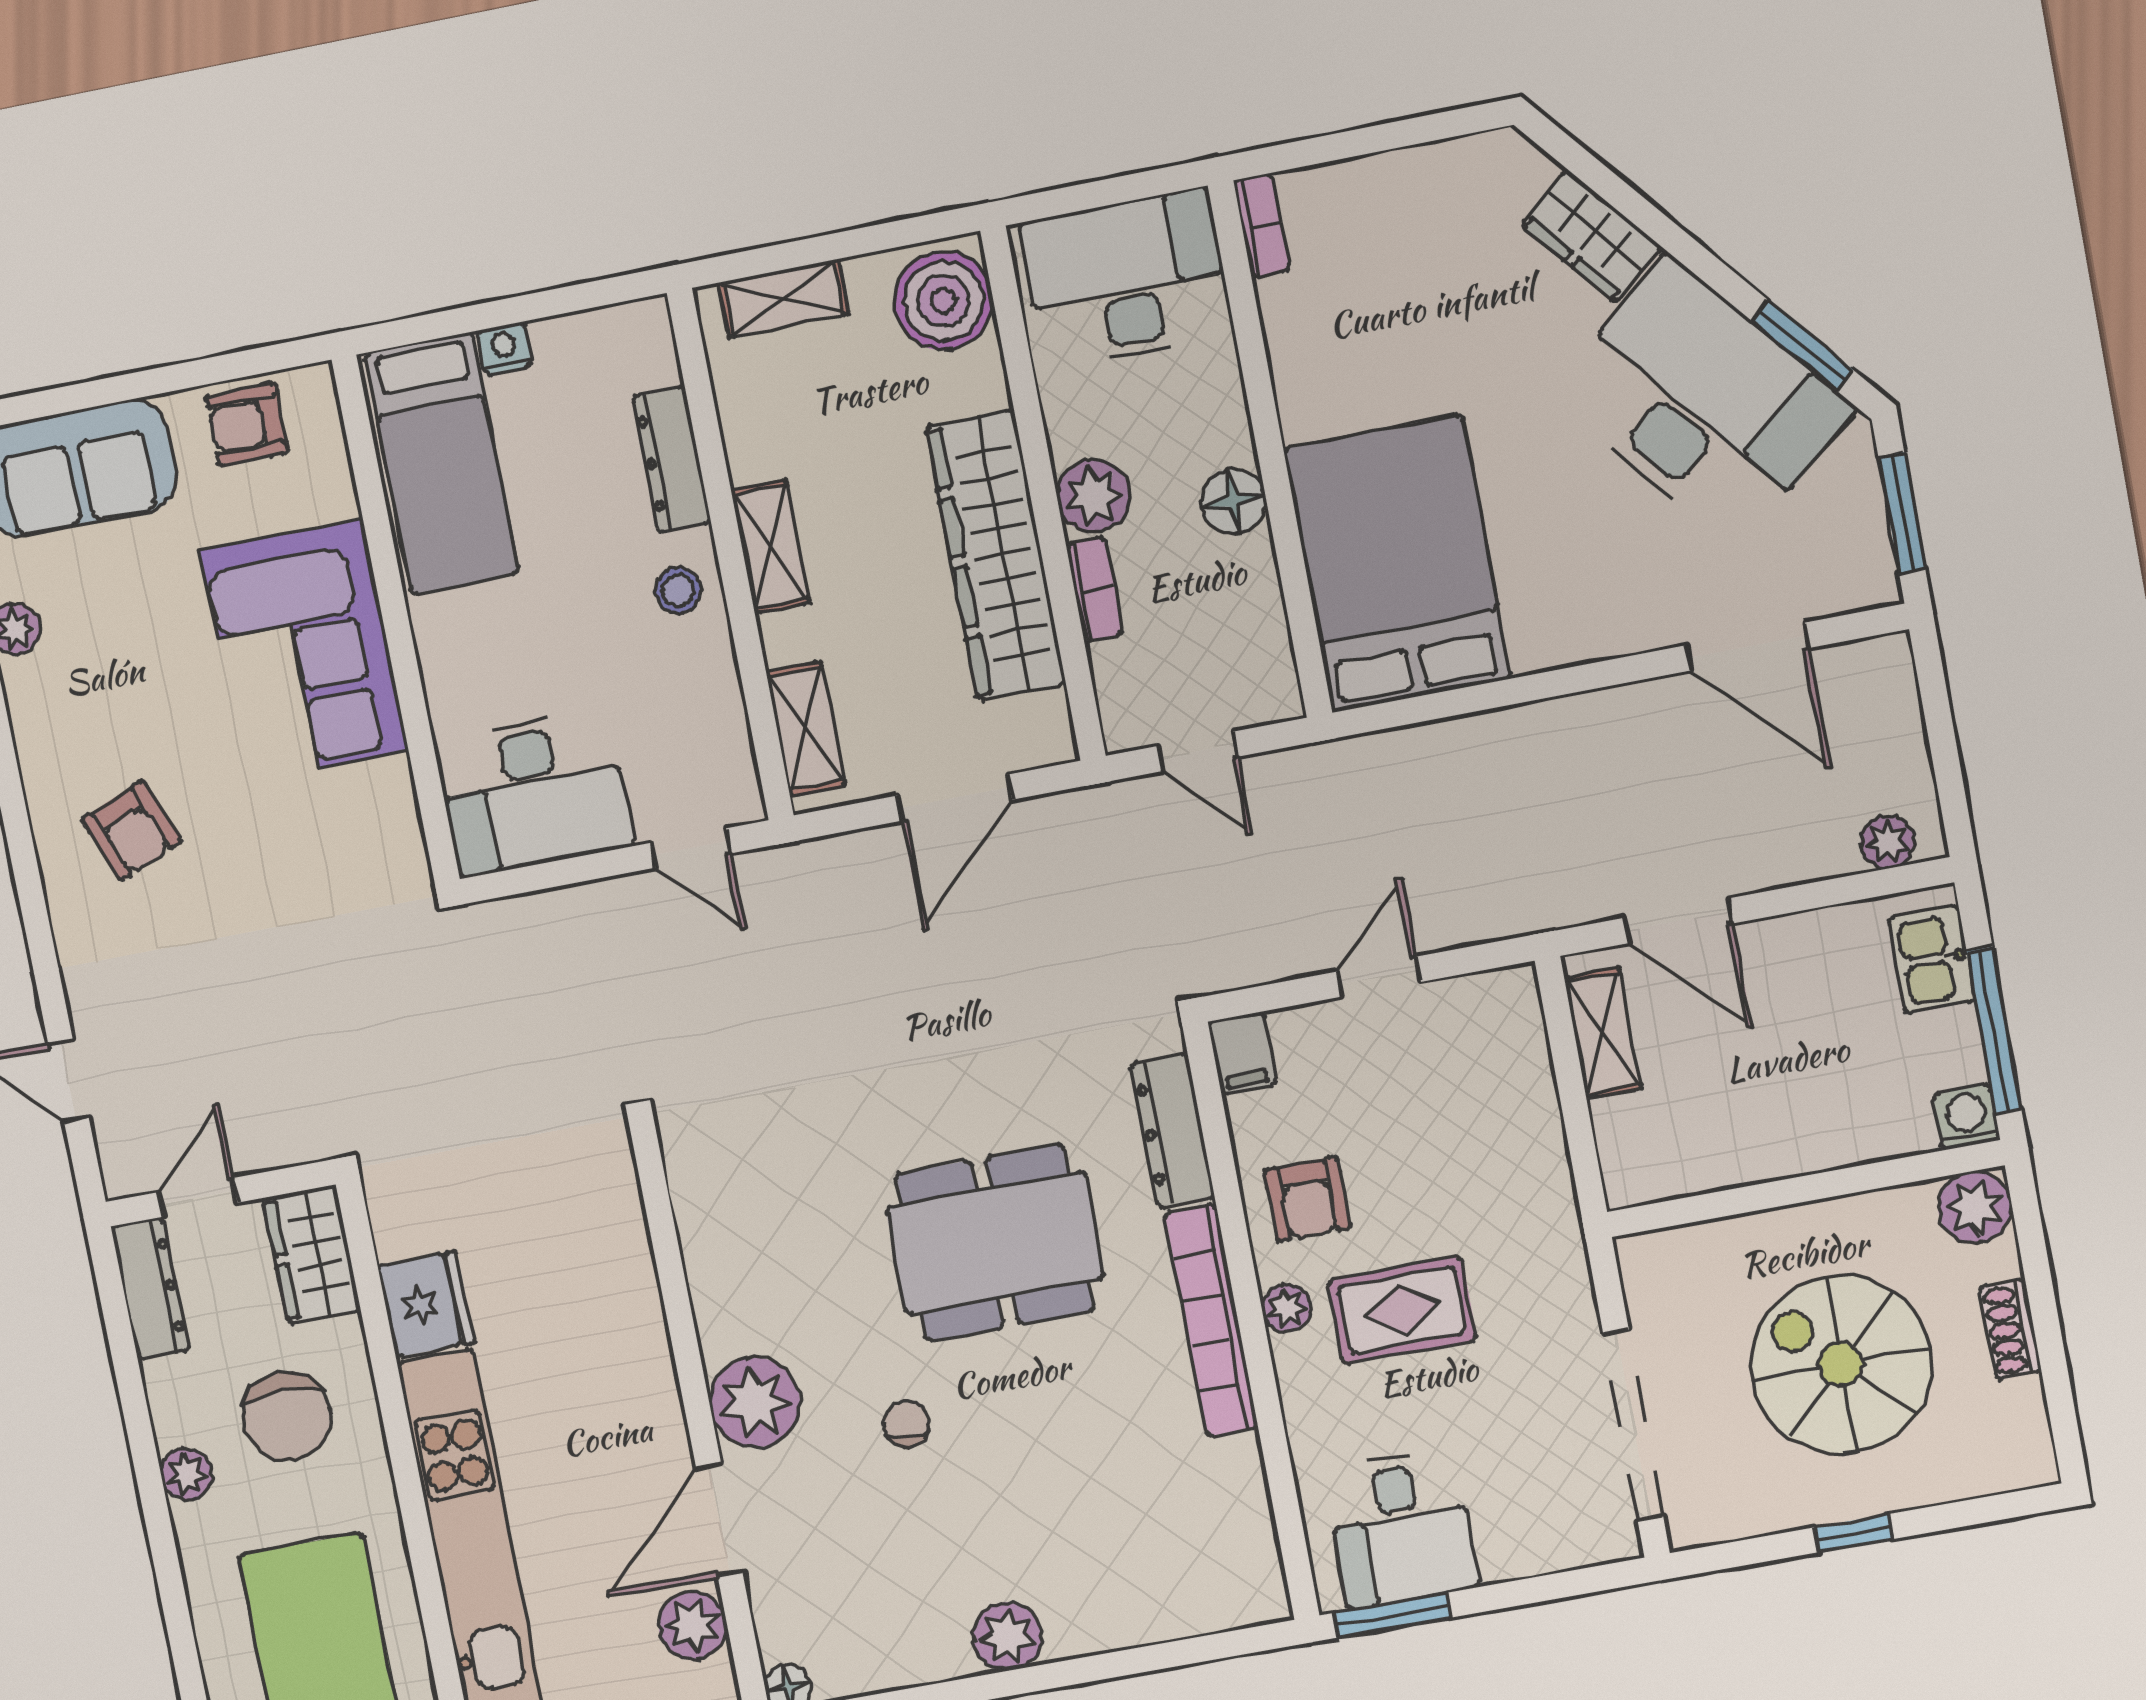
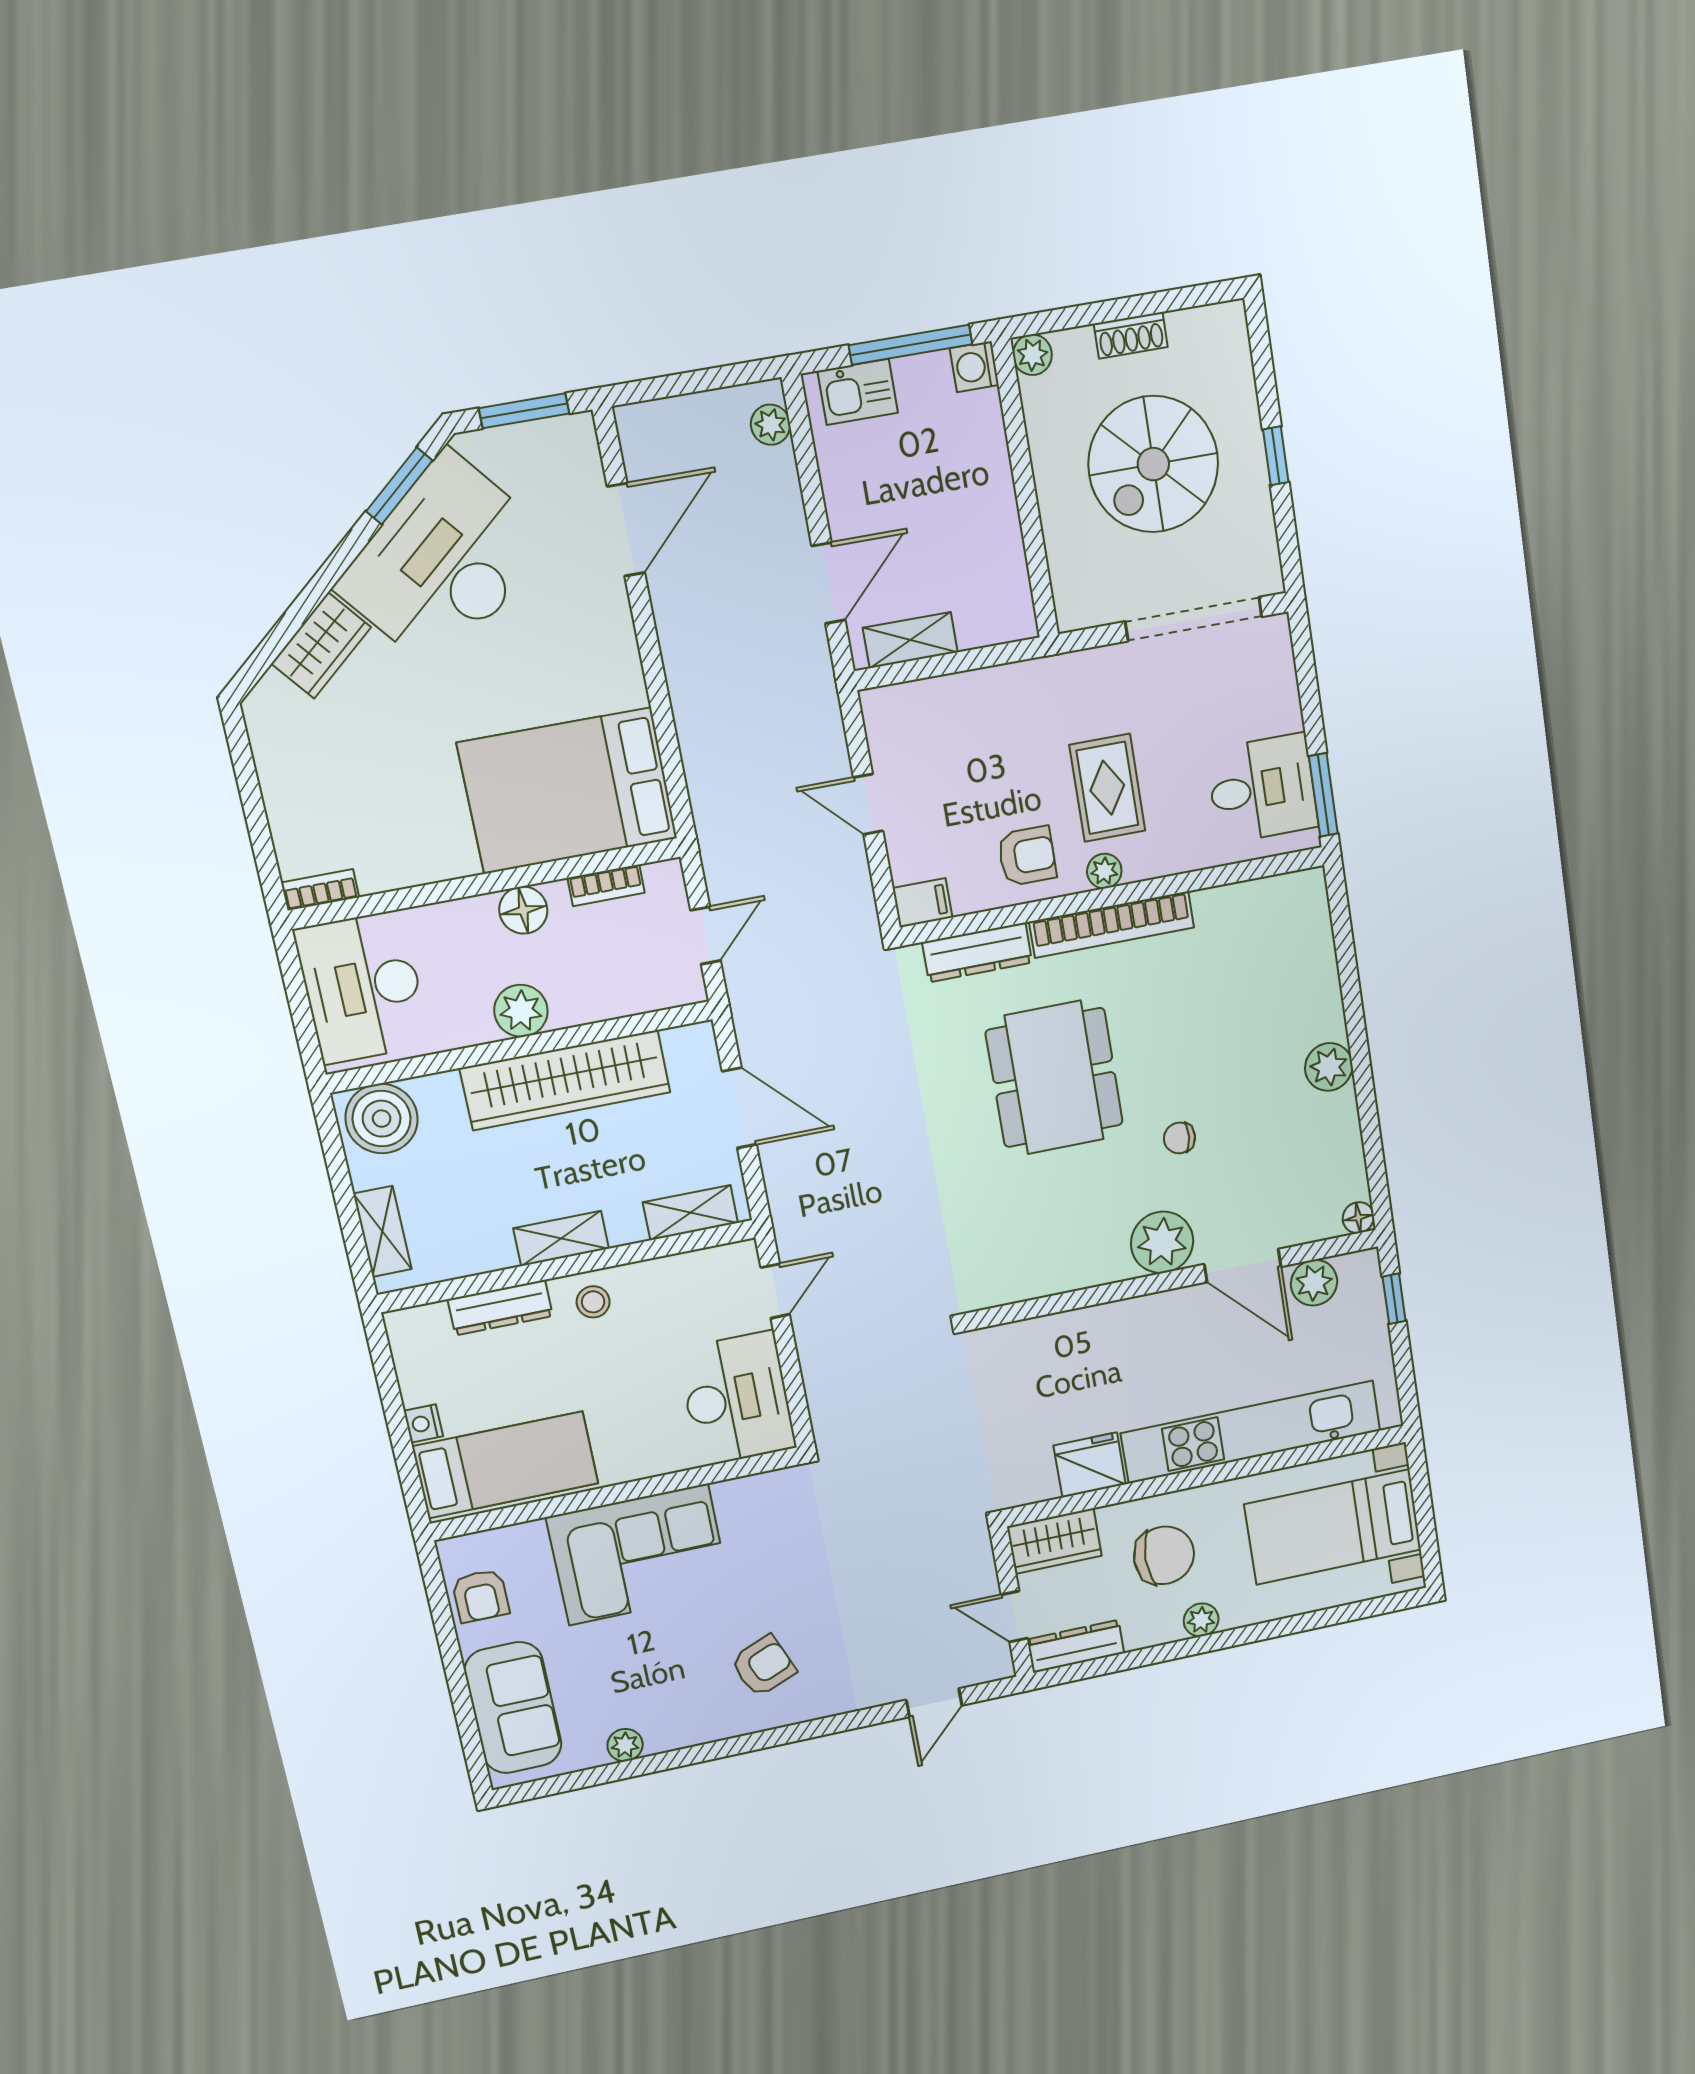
bookcase: (1094, 589) -> (606, 885), moved, turned 180
plant: (1975, 1207) -> (1032, 355), width x0.73, depth x0.73

